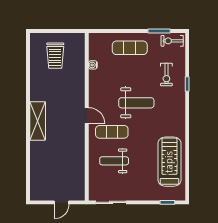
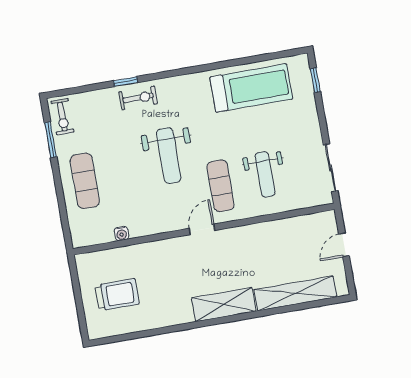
exercise bike: (166, 75) -> (138, 98), moved
weight bench: (136, 103) -> (169, 156), turned 180
treadmill: (169, 162) -> (251, 88), turned 180
shelving: (37, 167) -> (295, 293), added
door: (62, 202) -> (344, 245), swing flipped

